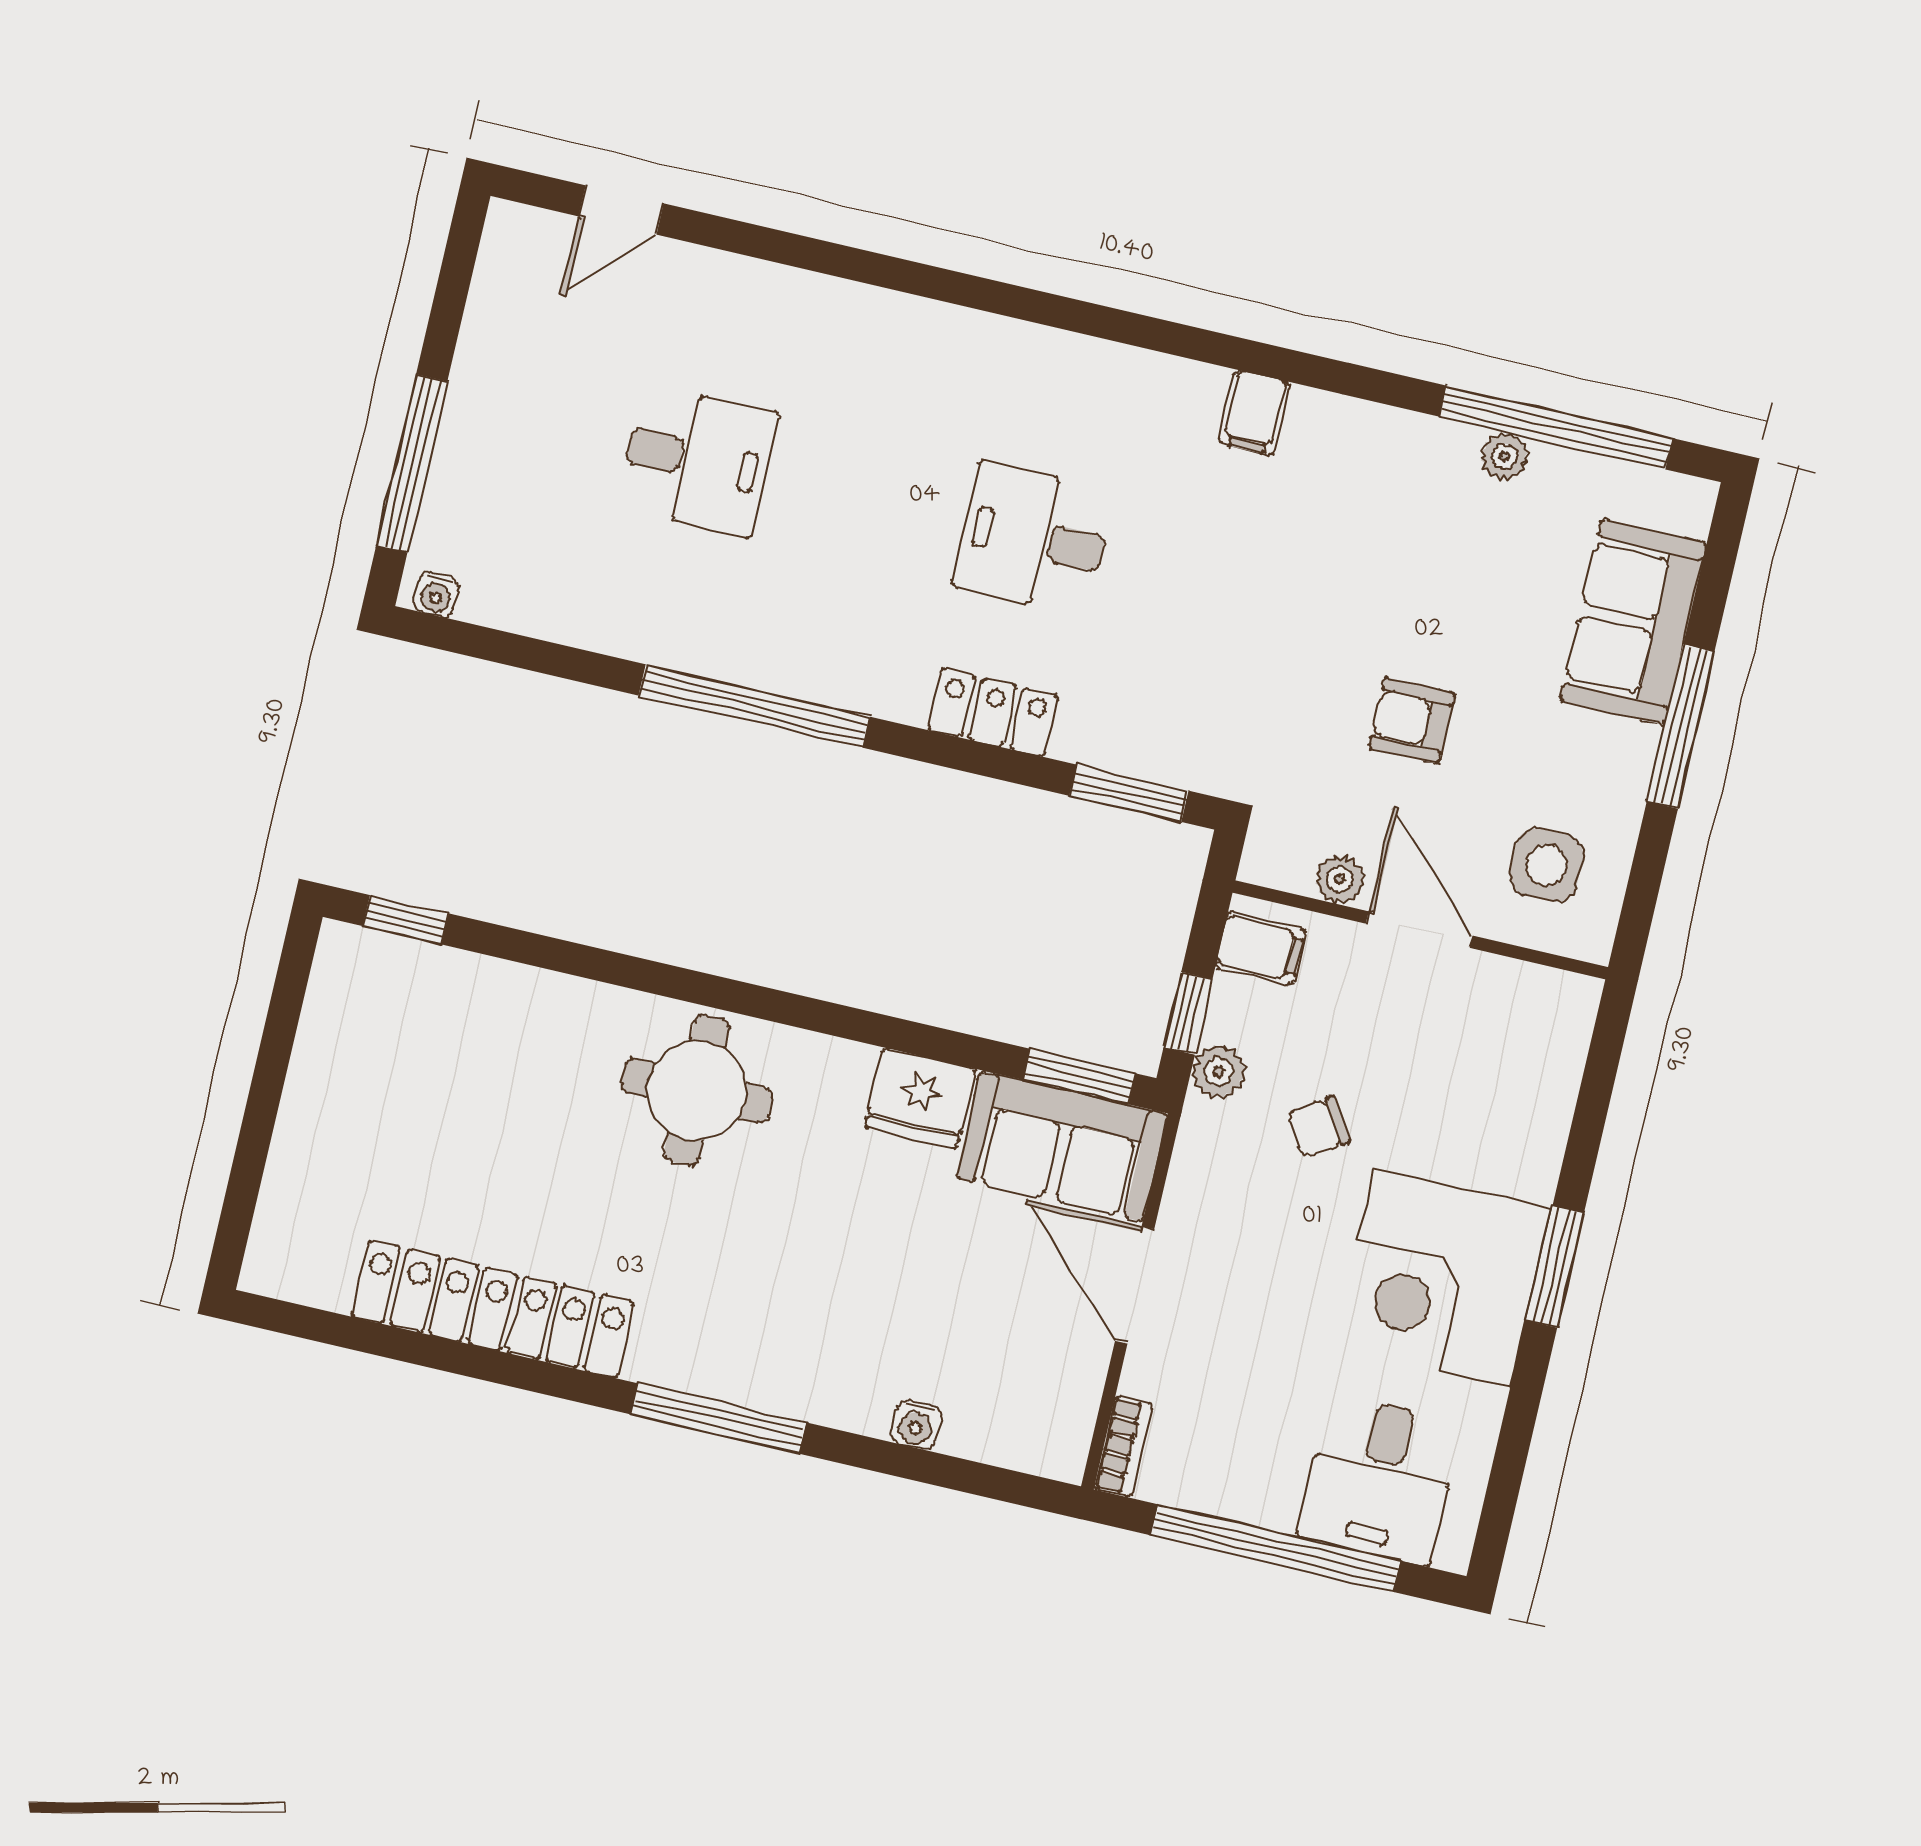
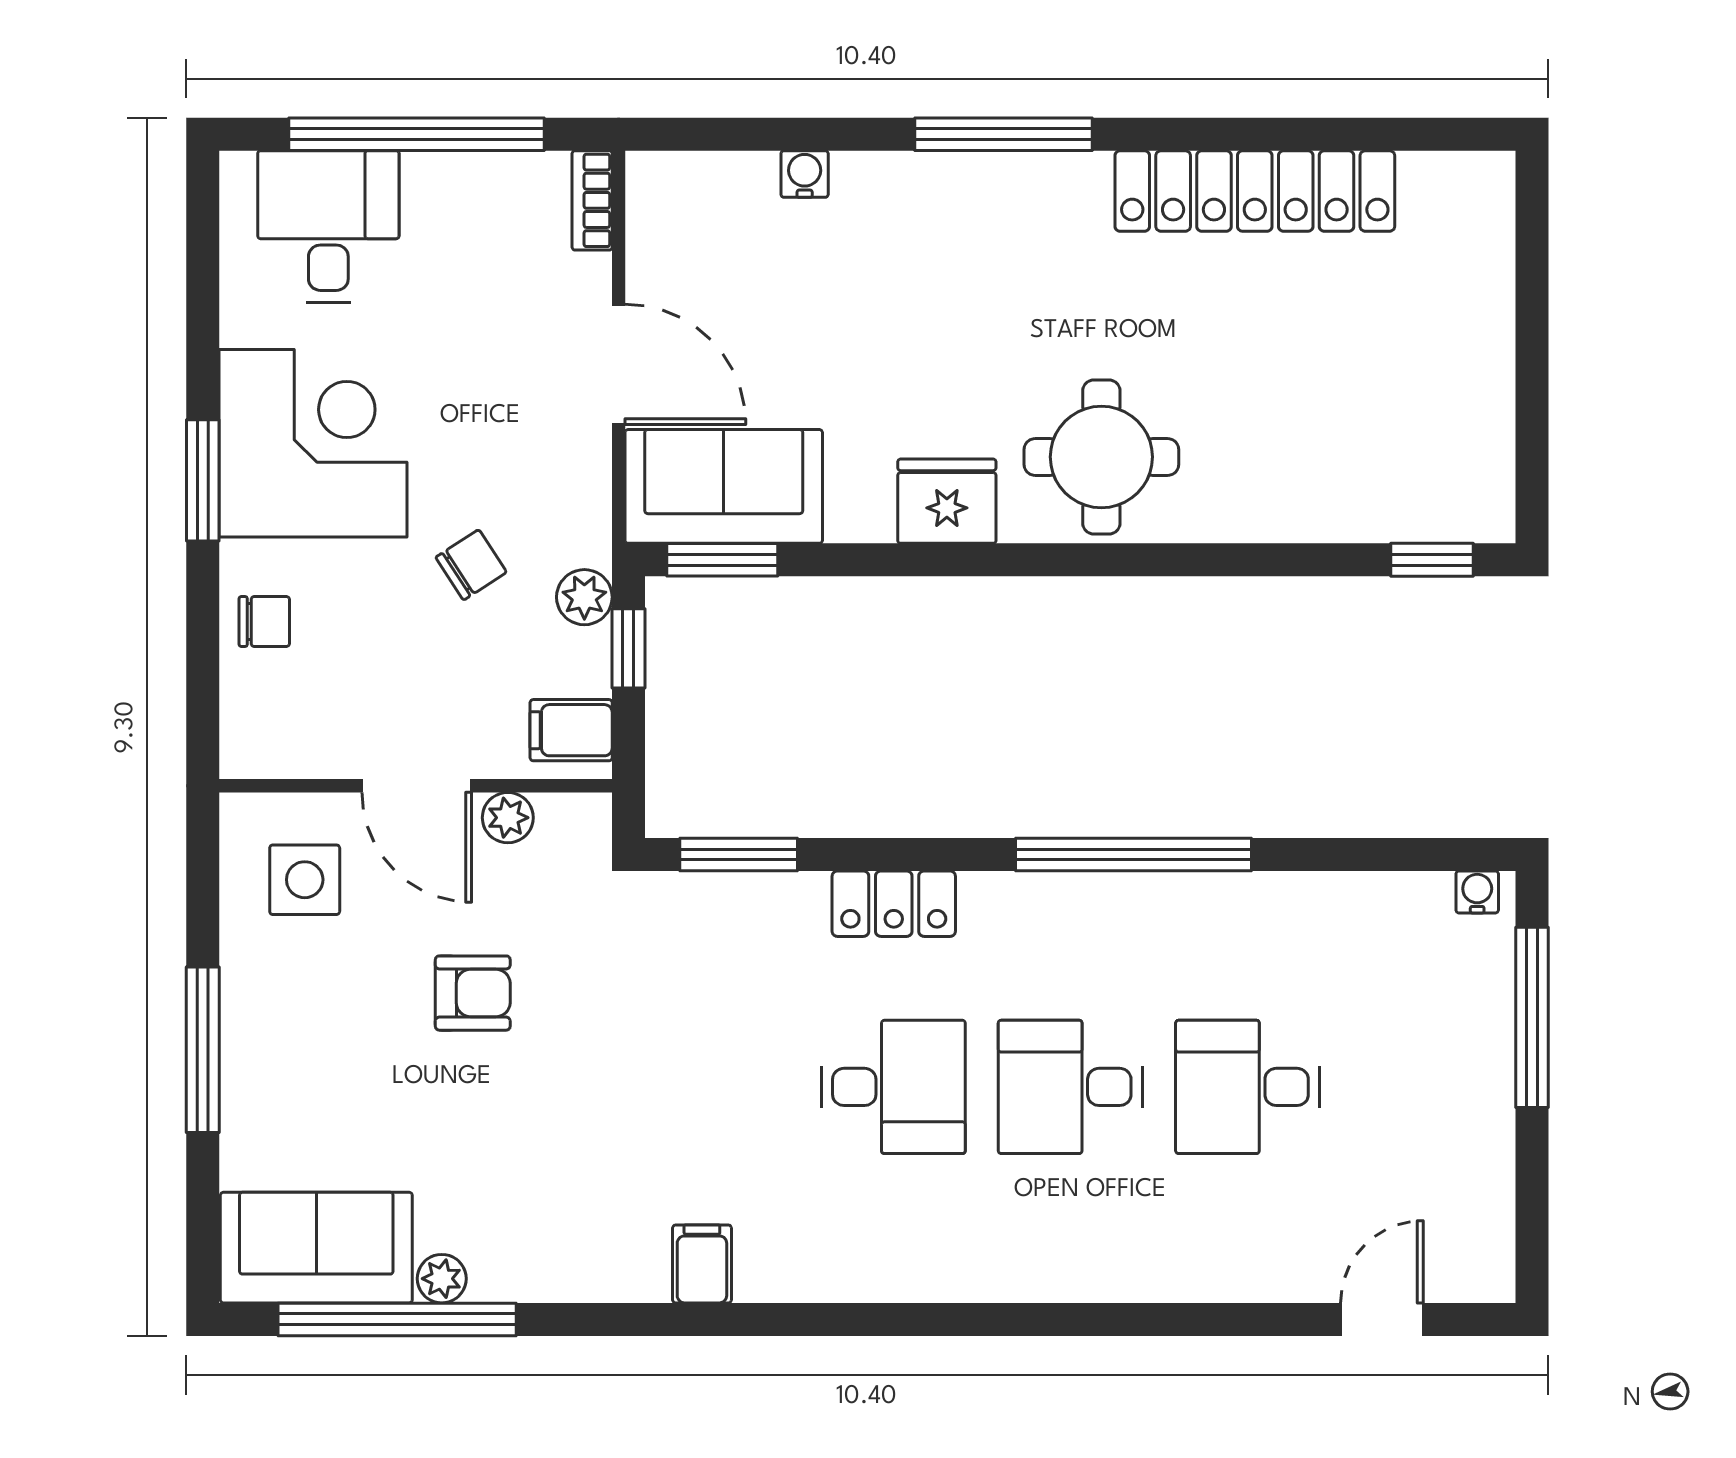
desk: (865, 499) -> (1070, 1087), added
sofa: (1633, 622) -> (316, 1248), moved, turned -90
fridge: (920, 1098) -> (947, 501), moved
chair: (1528, 1119) -> (264, 621), added

